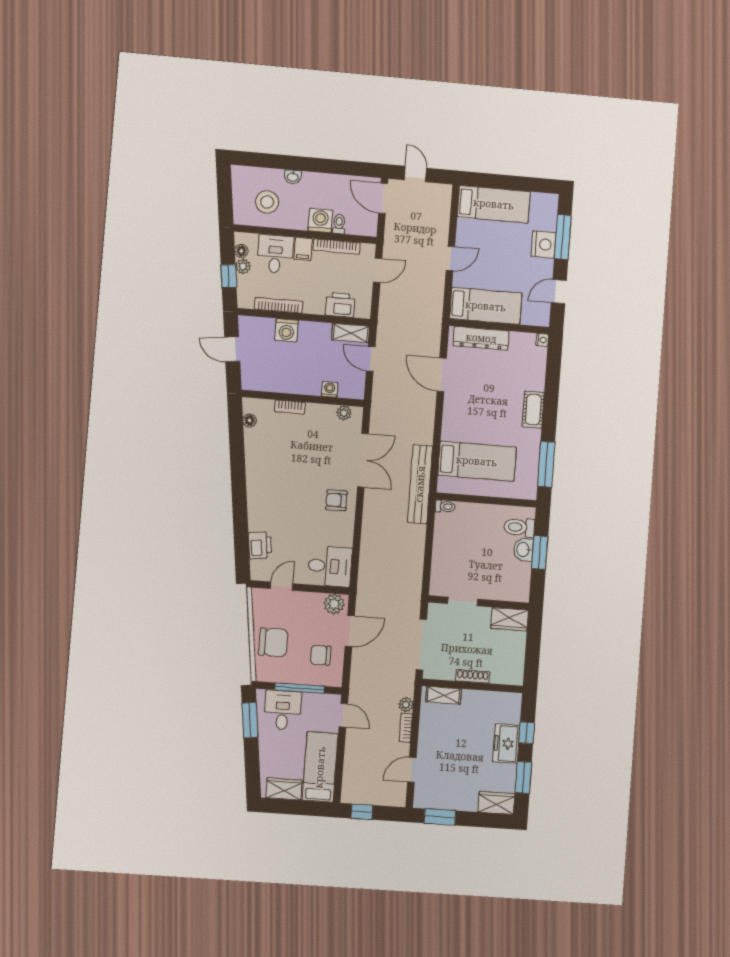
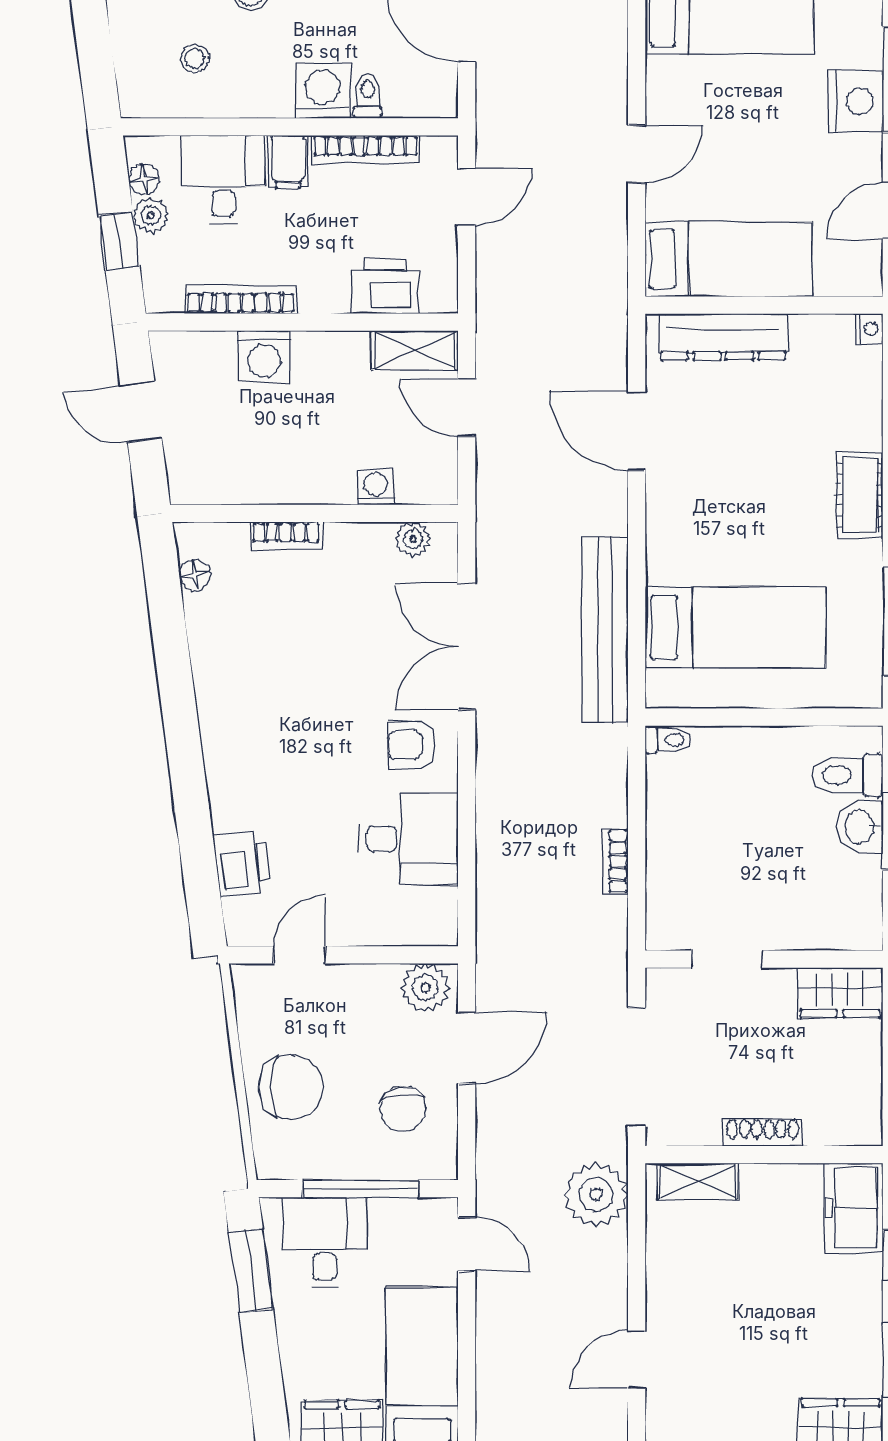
stool: (267, 202) -> (195, 59), width x0.53, depth x0.53
double door: (363, 460) -> (467, 647), swing flipped
bench: (420, 484) -> (605, 630), moved
desk: (330, 566) -> (408, 839), moved
chair: (321, 655) -> (403, 1109), turned -97
plant: (406, 705) -> (596, 1194), width x1.87, depth x1.87
bookcase: (406, 728) -> (615, 861), moved
freezer: (506, 744) -> (854, 1208), moved

